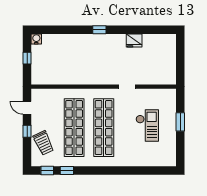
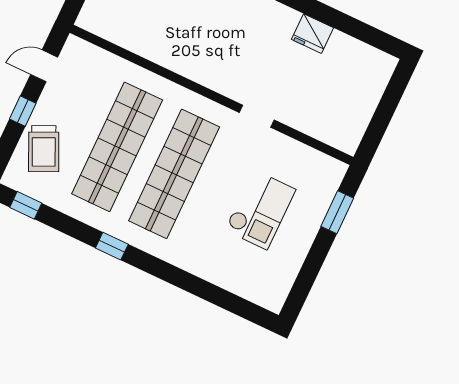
door: (27, 108) -> (44, 66), hinge flipped
window: (180, 122) -> (337, 212), moved
window: (67, 171) -> (112, 246), moved

